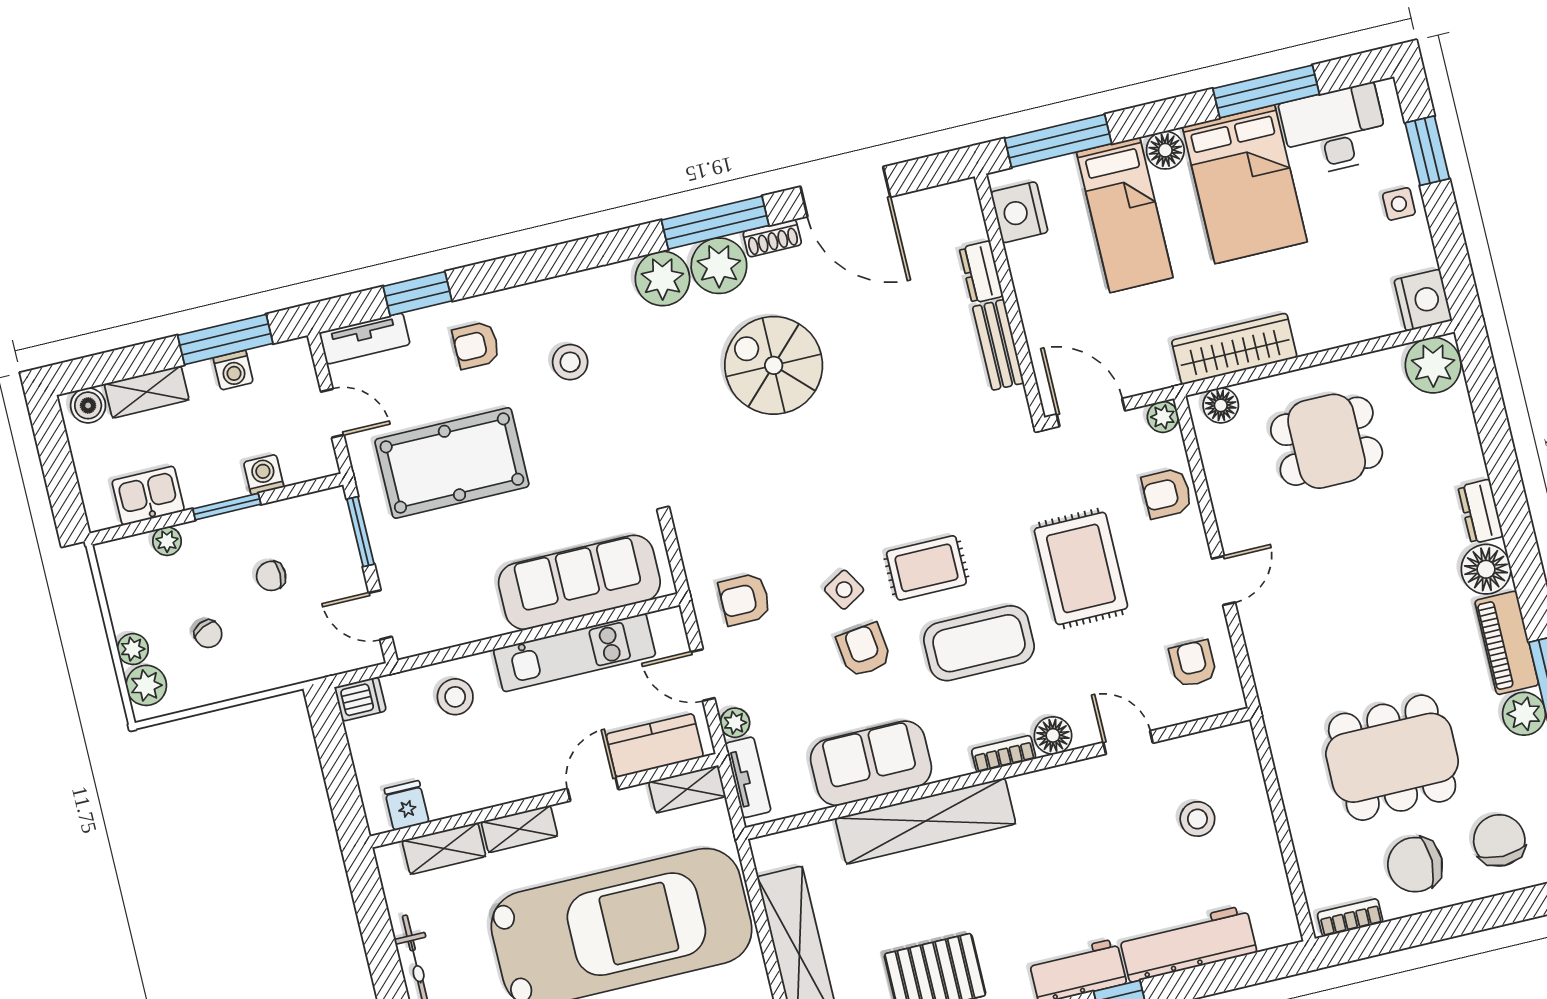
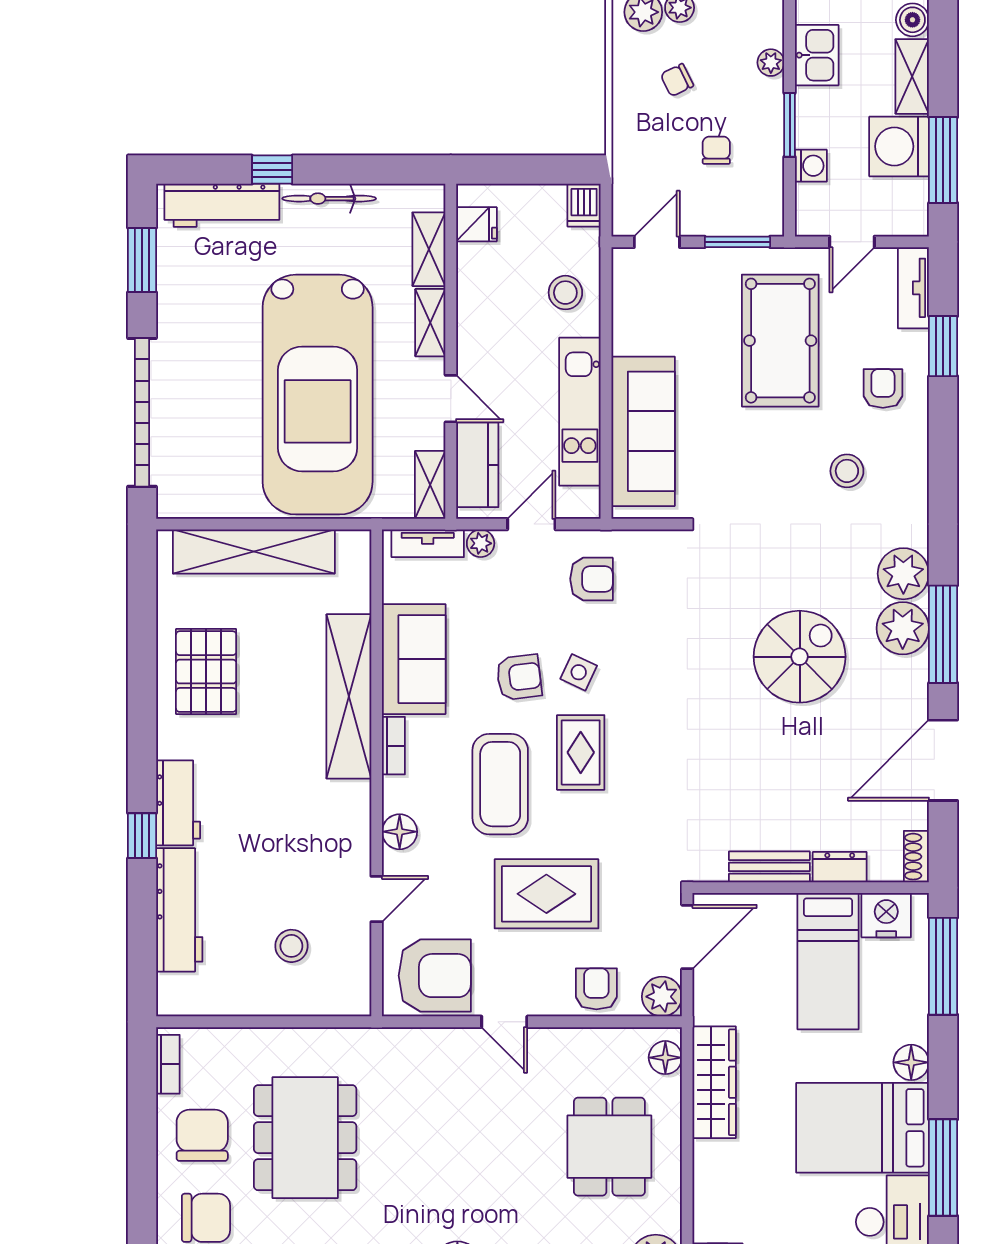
bed: (1125, 215) -> (828, 961), moved, turned -90
shoe rack: (772, 238) -> (916, 857), moved
washing machine: (233, 370) -> (899, 146), width x1.89, depth x1.89
plant: (1163, 417) -> (662, 997), width x1.38, depth x1.38
side table: (844, 590) -> (579, 672), turned -34
armchair: (745, 599) -> (592, 579), turned 90
armchair: (1193, 664) -> (435, 976), width x1.88, depth x1.88
bookcase: (1004, 754) -> (393, 746), moved

